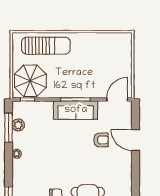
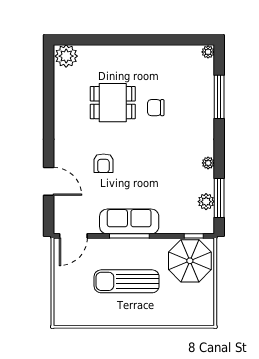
sun lounger: (46, 46) -> (127, 281), moved
armchair: (101, 140) -> (103, 163), moved, turned -89

